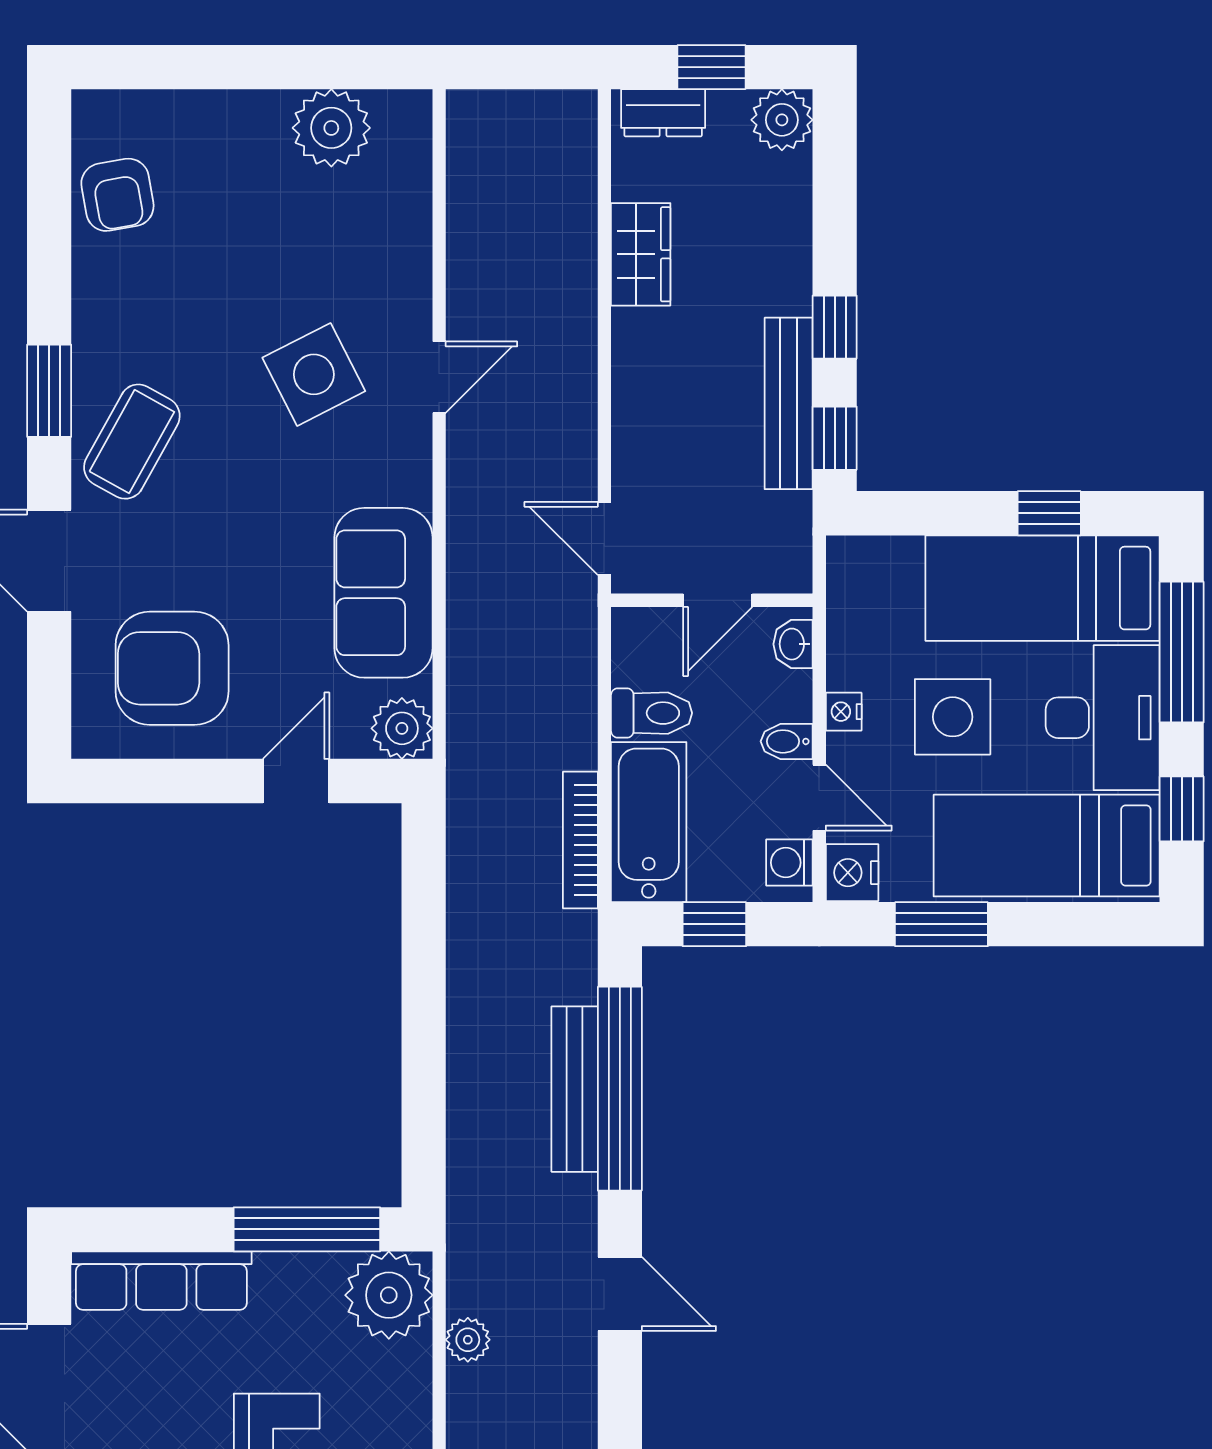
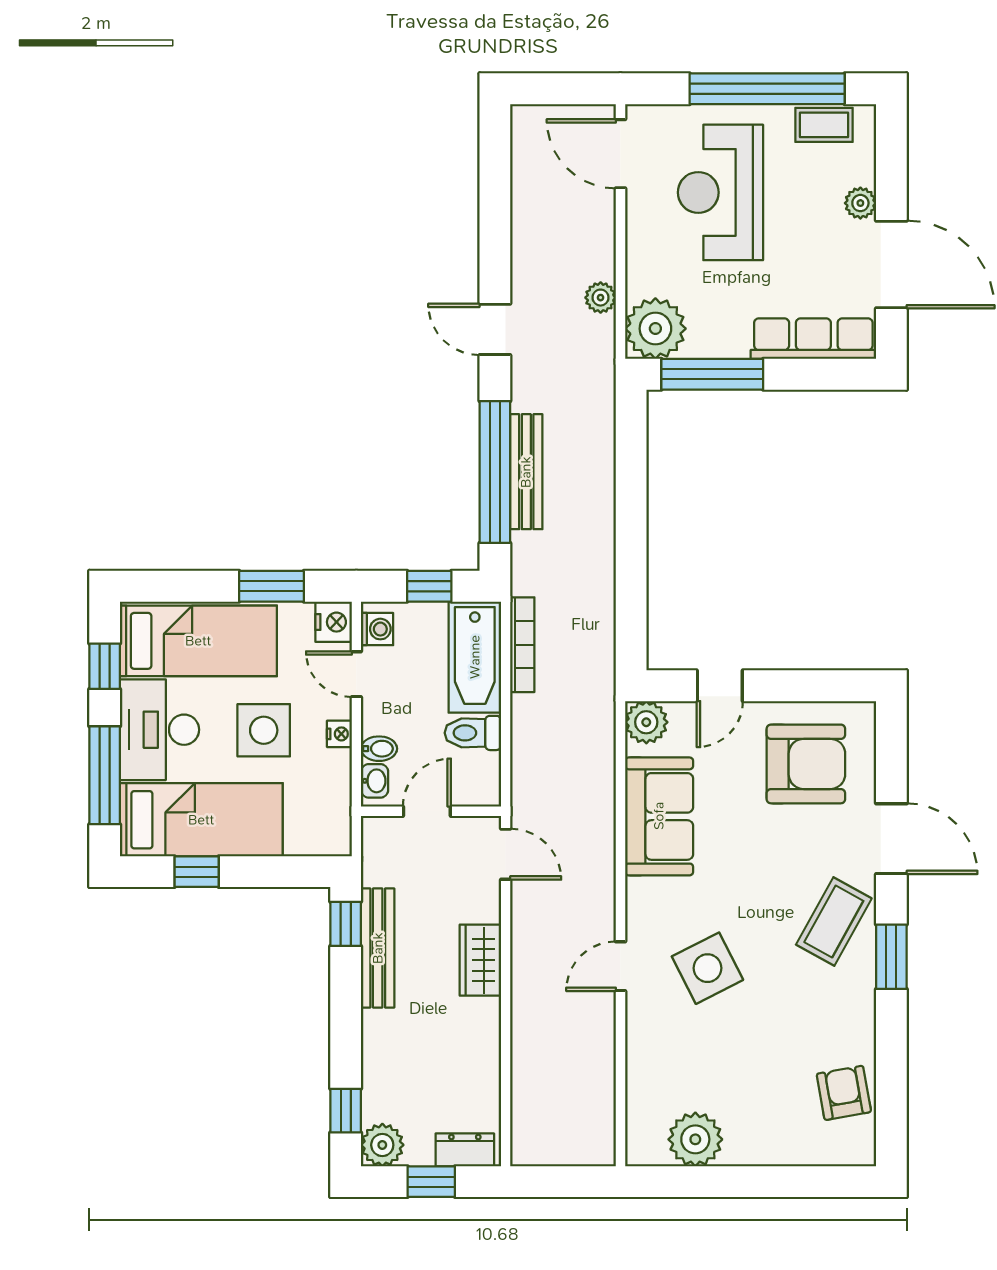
wardrobe: (641, 254) -> (480, 960), moved
window: (835, 327) -> (346, 1111), moved
bidet: (787, 741) -> (379, 749), moved

